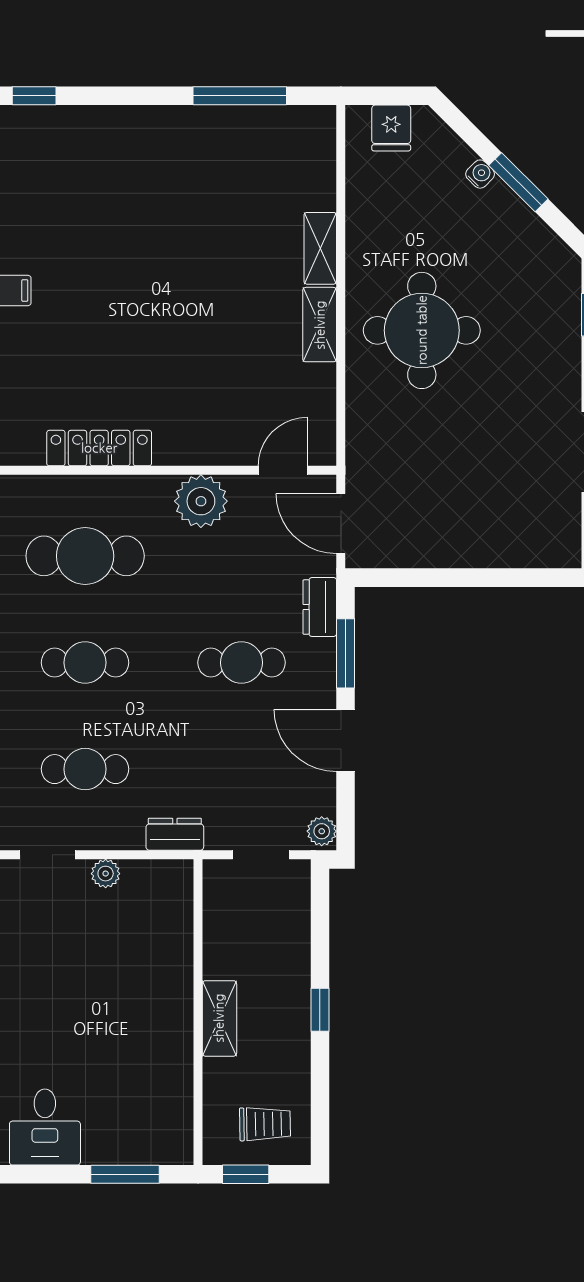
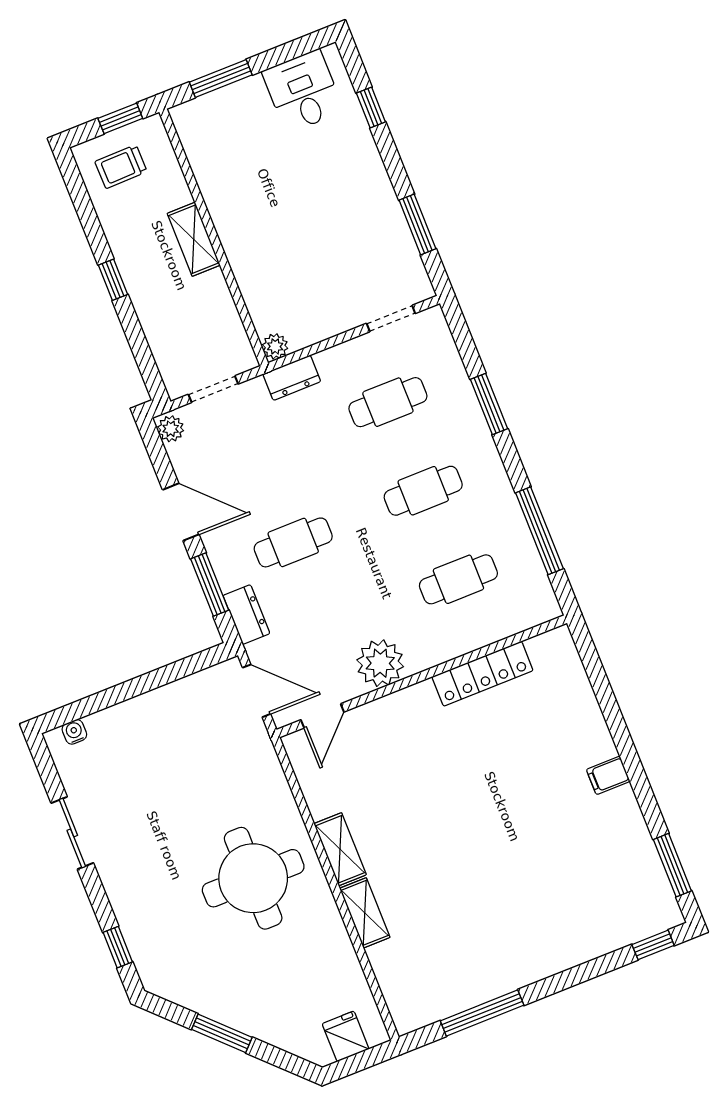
water cooler: (480, 174) -> (74, 732), moved, turned 135
cafe table: (85, 556) -> (458, 579), width x0.73, depth x0.74
plant: (106, 874) -> (275, 346), moved

